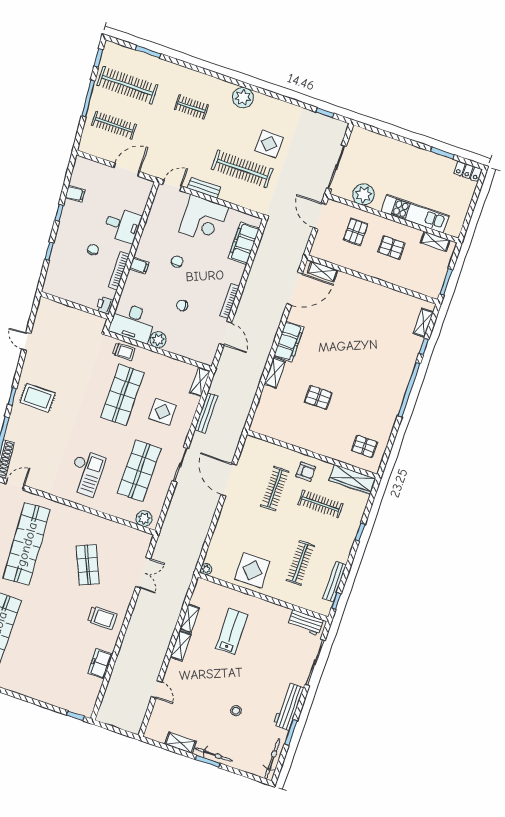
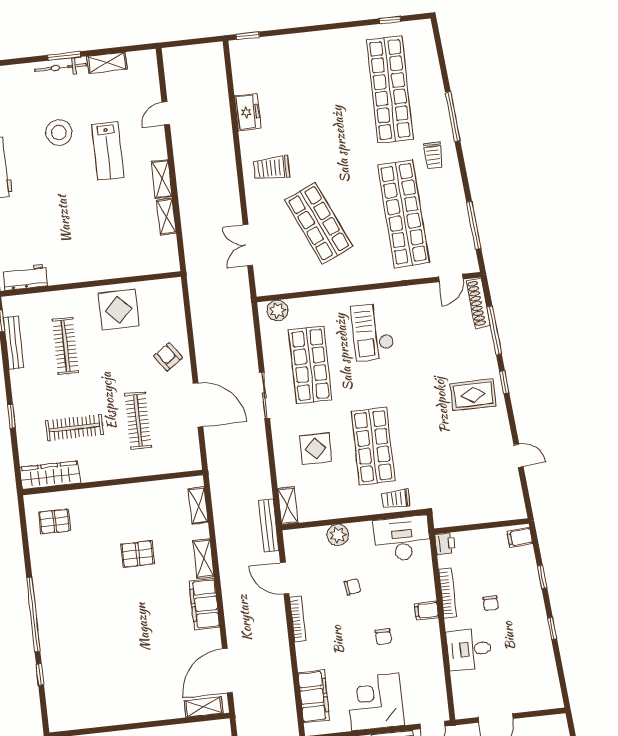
filing cabinet: (75, 194) -> (520, 537), moved
shelving: (423, 323) -> (198, 505), moved
plant: (158, 340) -> (338, 535), moved
bench: (206, 413) -> (269, 526), moved
armchair: (306, 472) -> (168, 357), moved, turned 55
shop shelf: (88, 565) -> (319, 223), width x1.43, depth x1.36
plant: (206, 569) -> (175, 285), removed
lab bench: (232, 631) -> (108, 151), moved
door: (157, 689) -> (166, 113), hinge flipped
stool: (236, 711) -> (59, 133), width x1.89, depth x1.89

